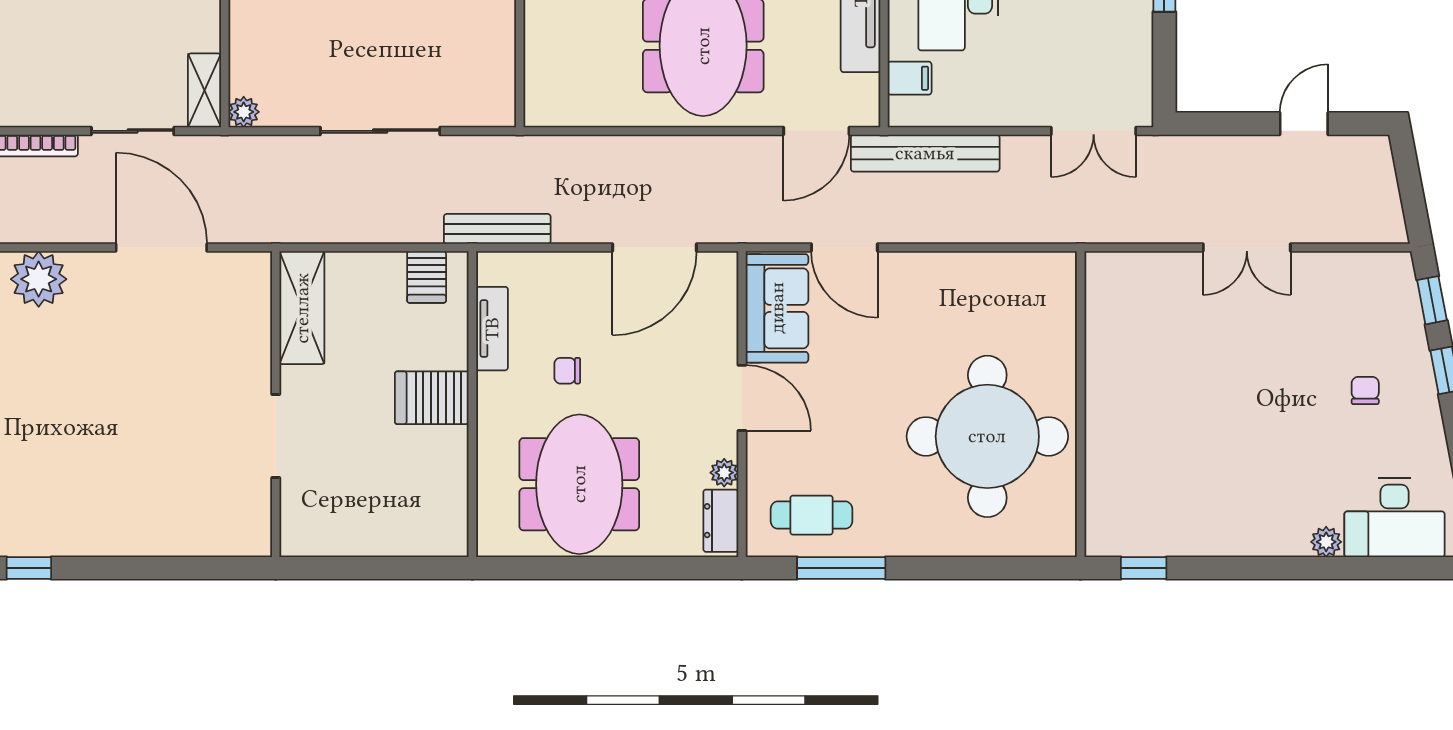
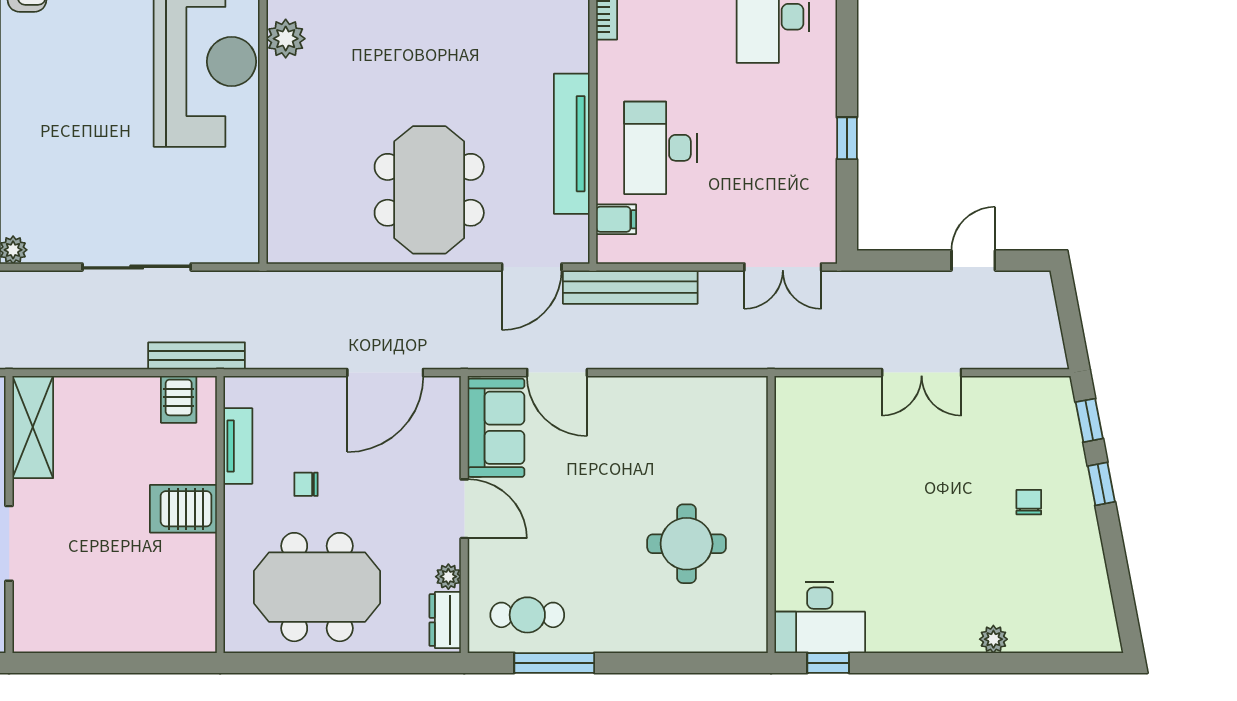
bench: (497, 229) -> (197, 356), moved
shelving: (302, 308) -> (33, 427), moved
wall: (276, 404) -> (9, 514), moved
doorway: (276, 436) -> (9, 543), moved
round table: (987, 436) -> (687, 544), width x0.54, depth x0.54
meeting table: (579, 484) -> (317, 587), turned 90
desk: (1394, 518) -> (820, 617), moved

